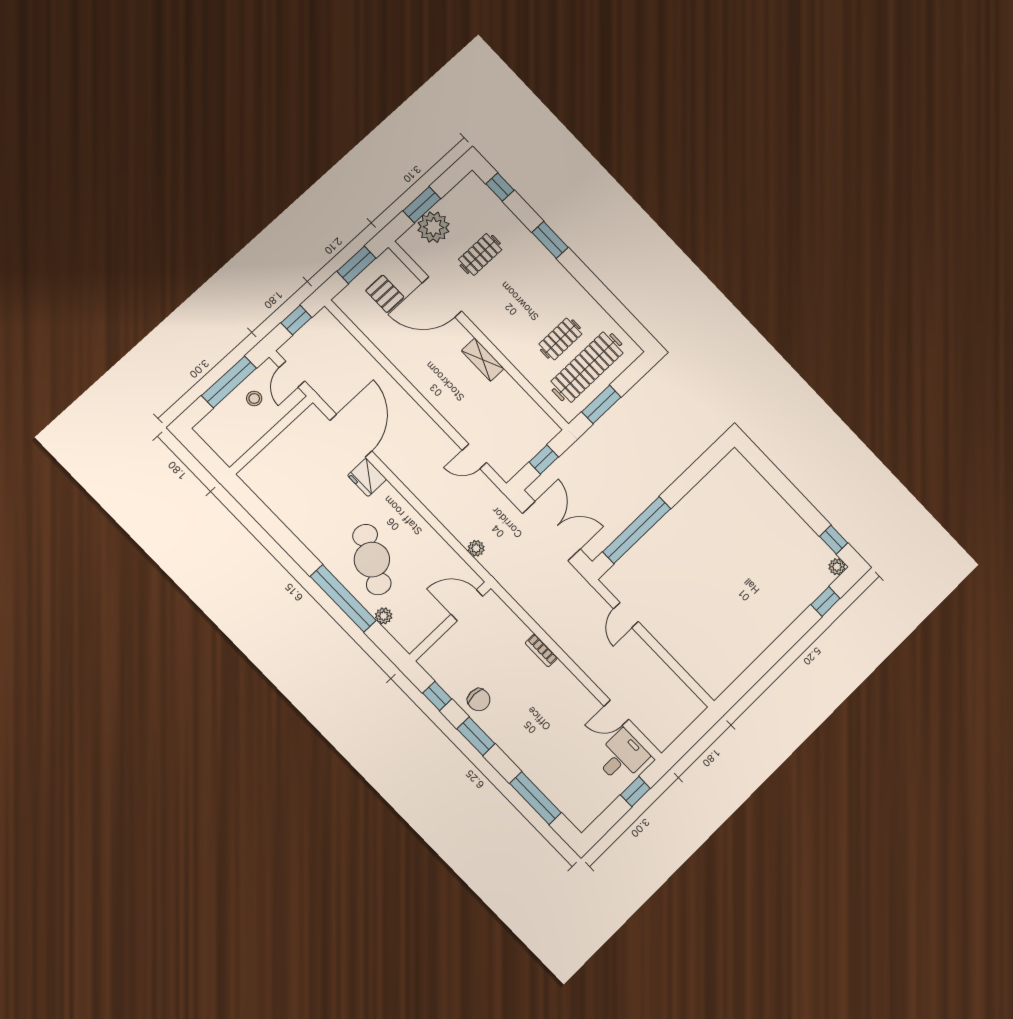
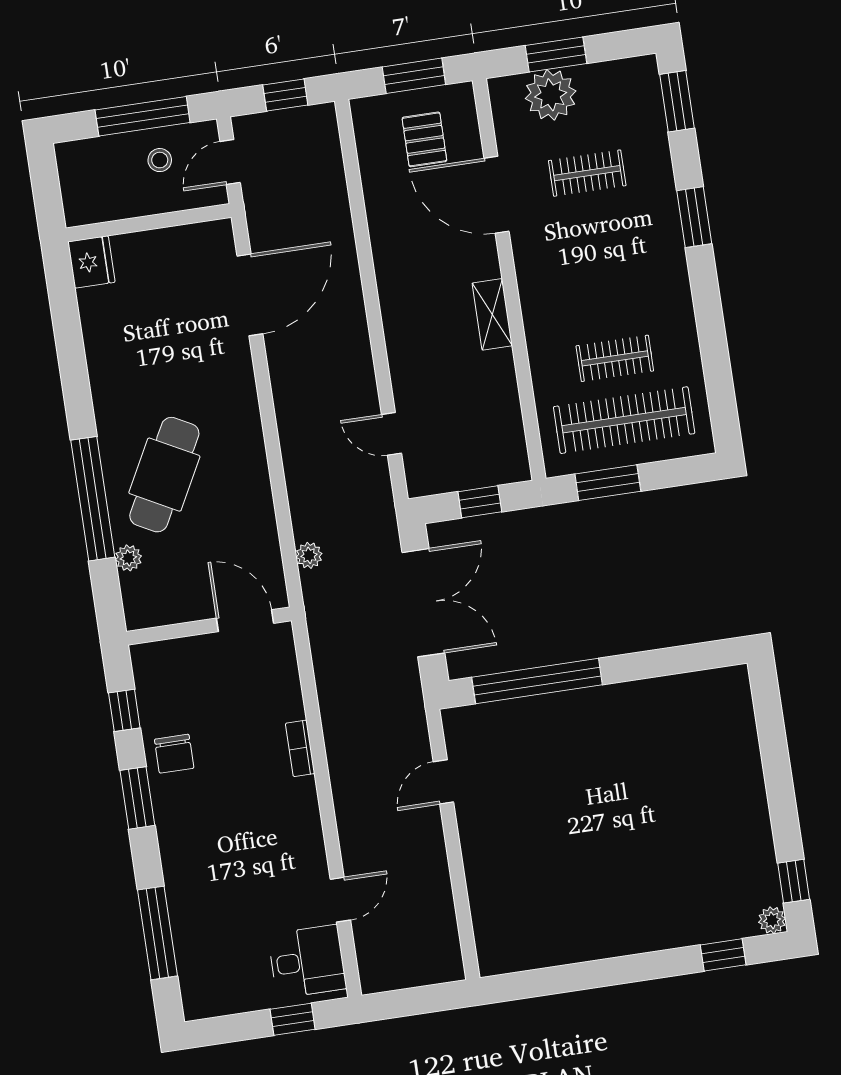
window: (500, 187) -> (677, 101), width x1.50
fridge: (367, 477) -> (91, 262), moved, turned 180
door: (616, 713) -> (340, 900), swing flipped

